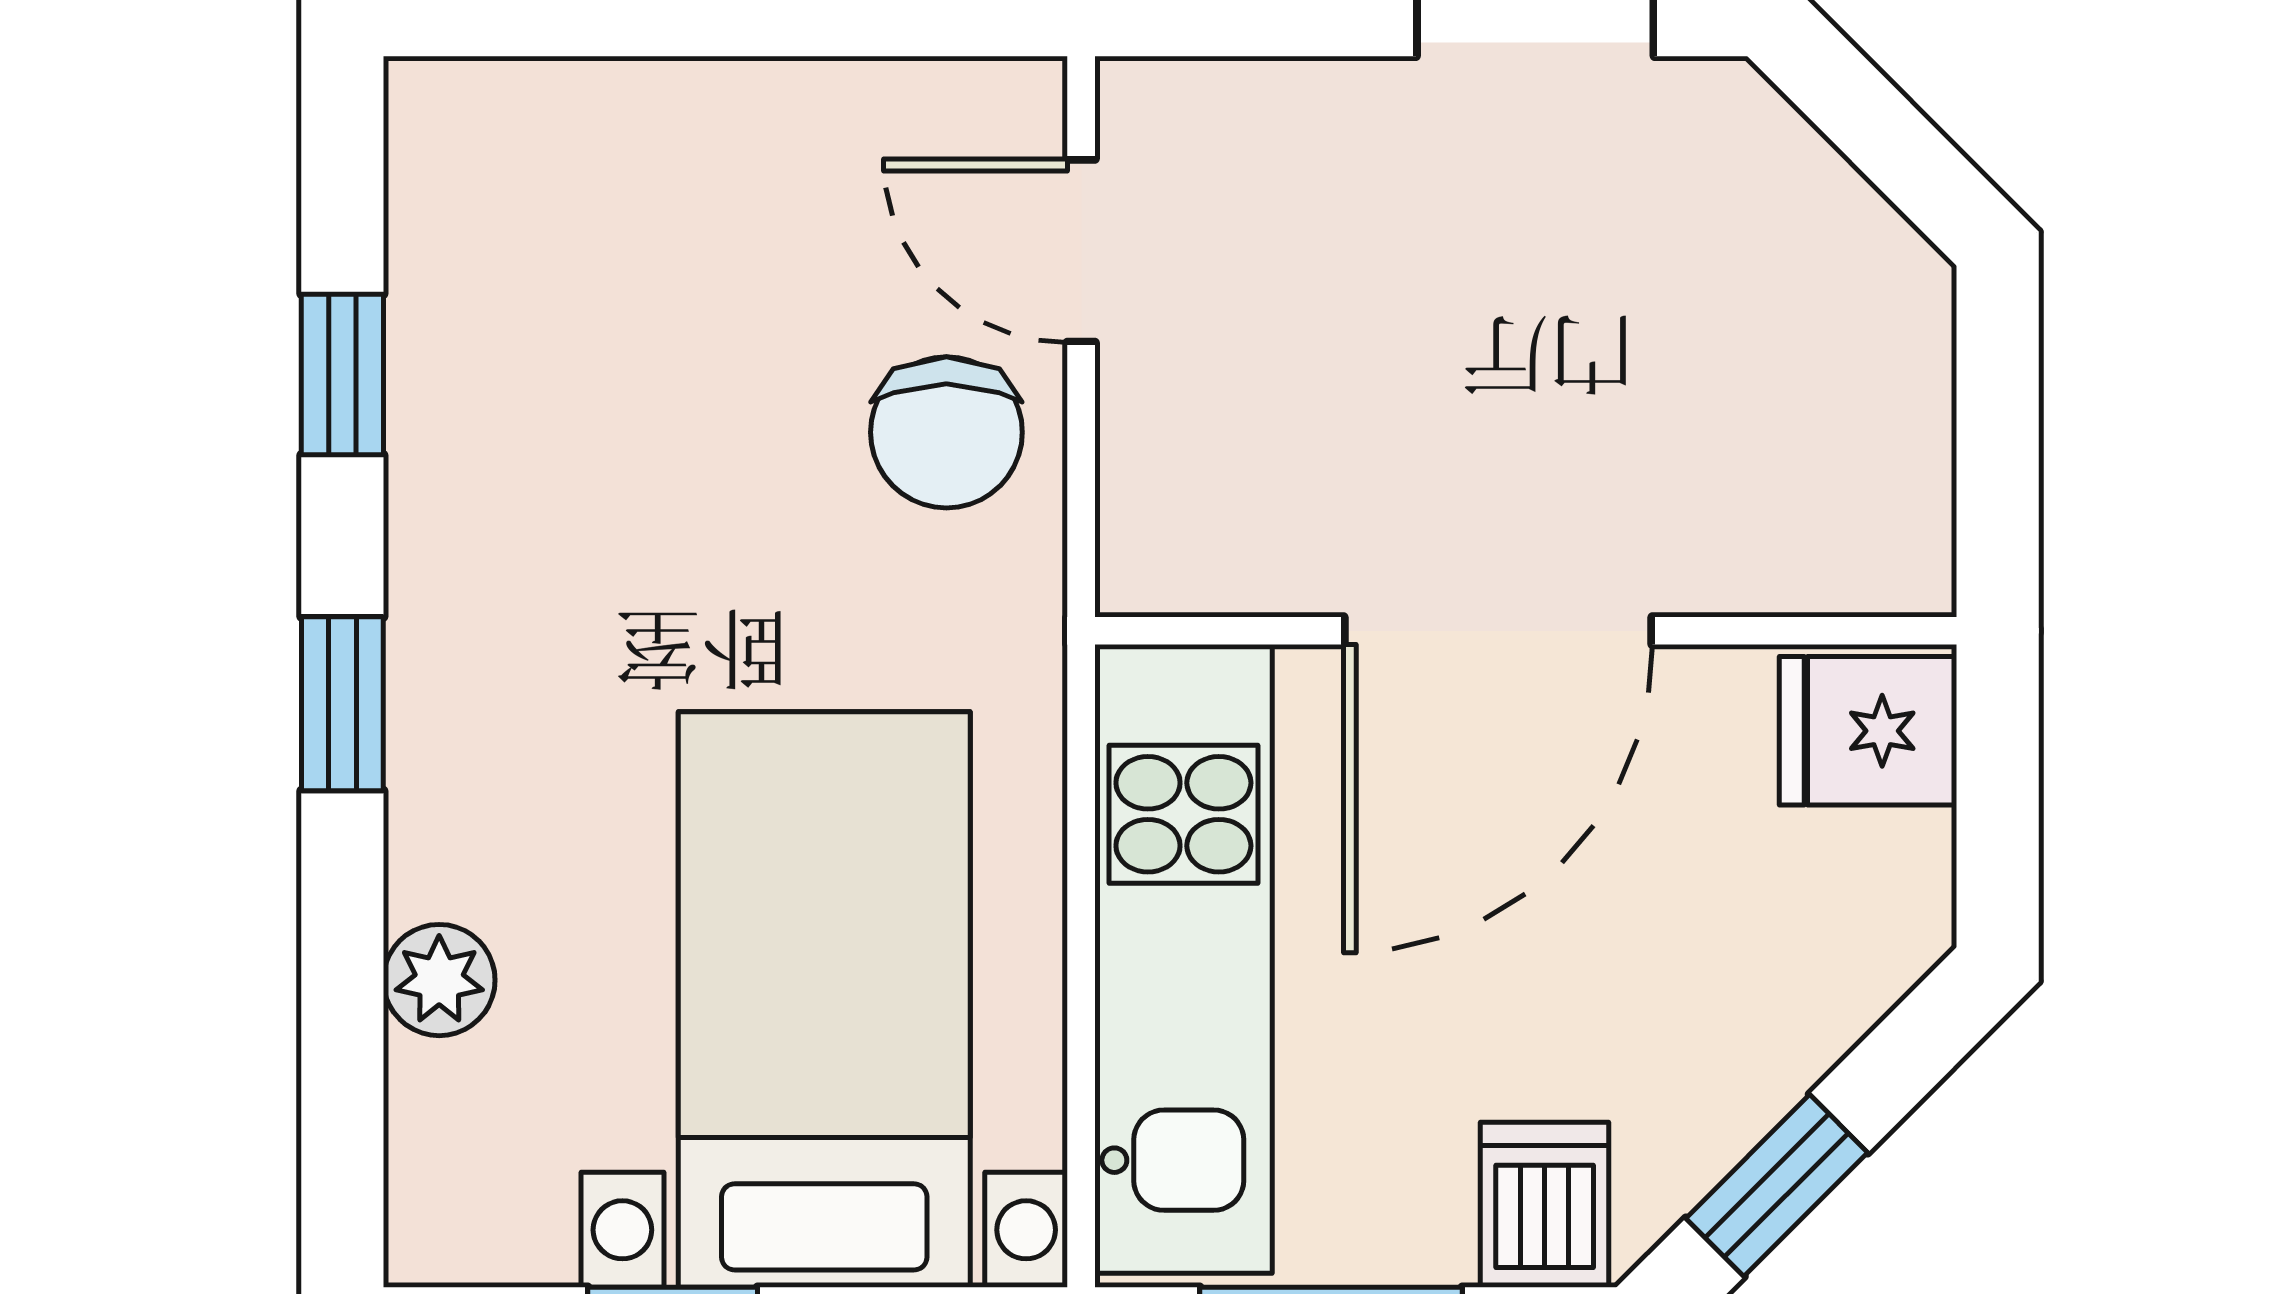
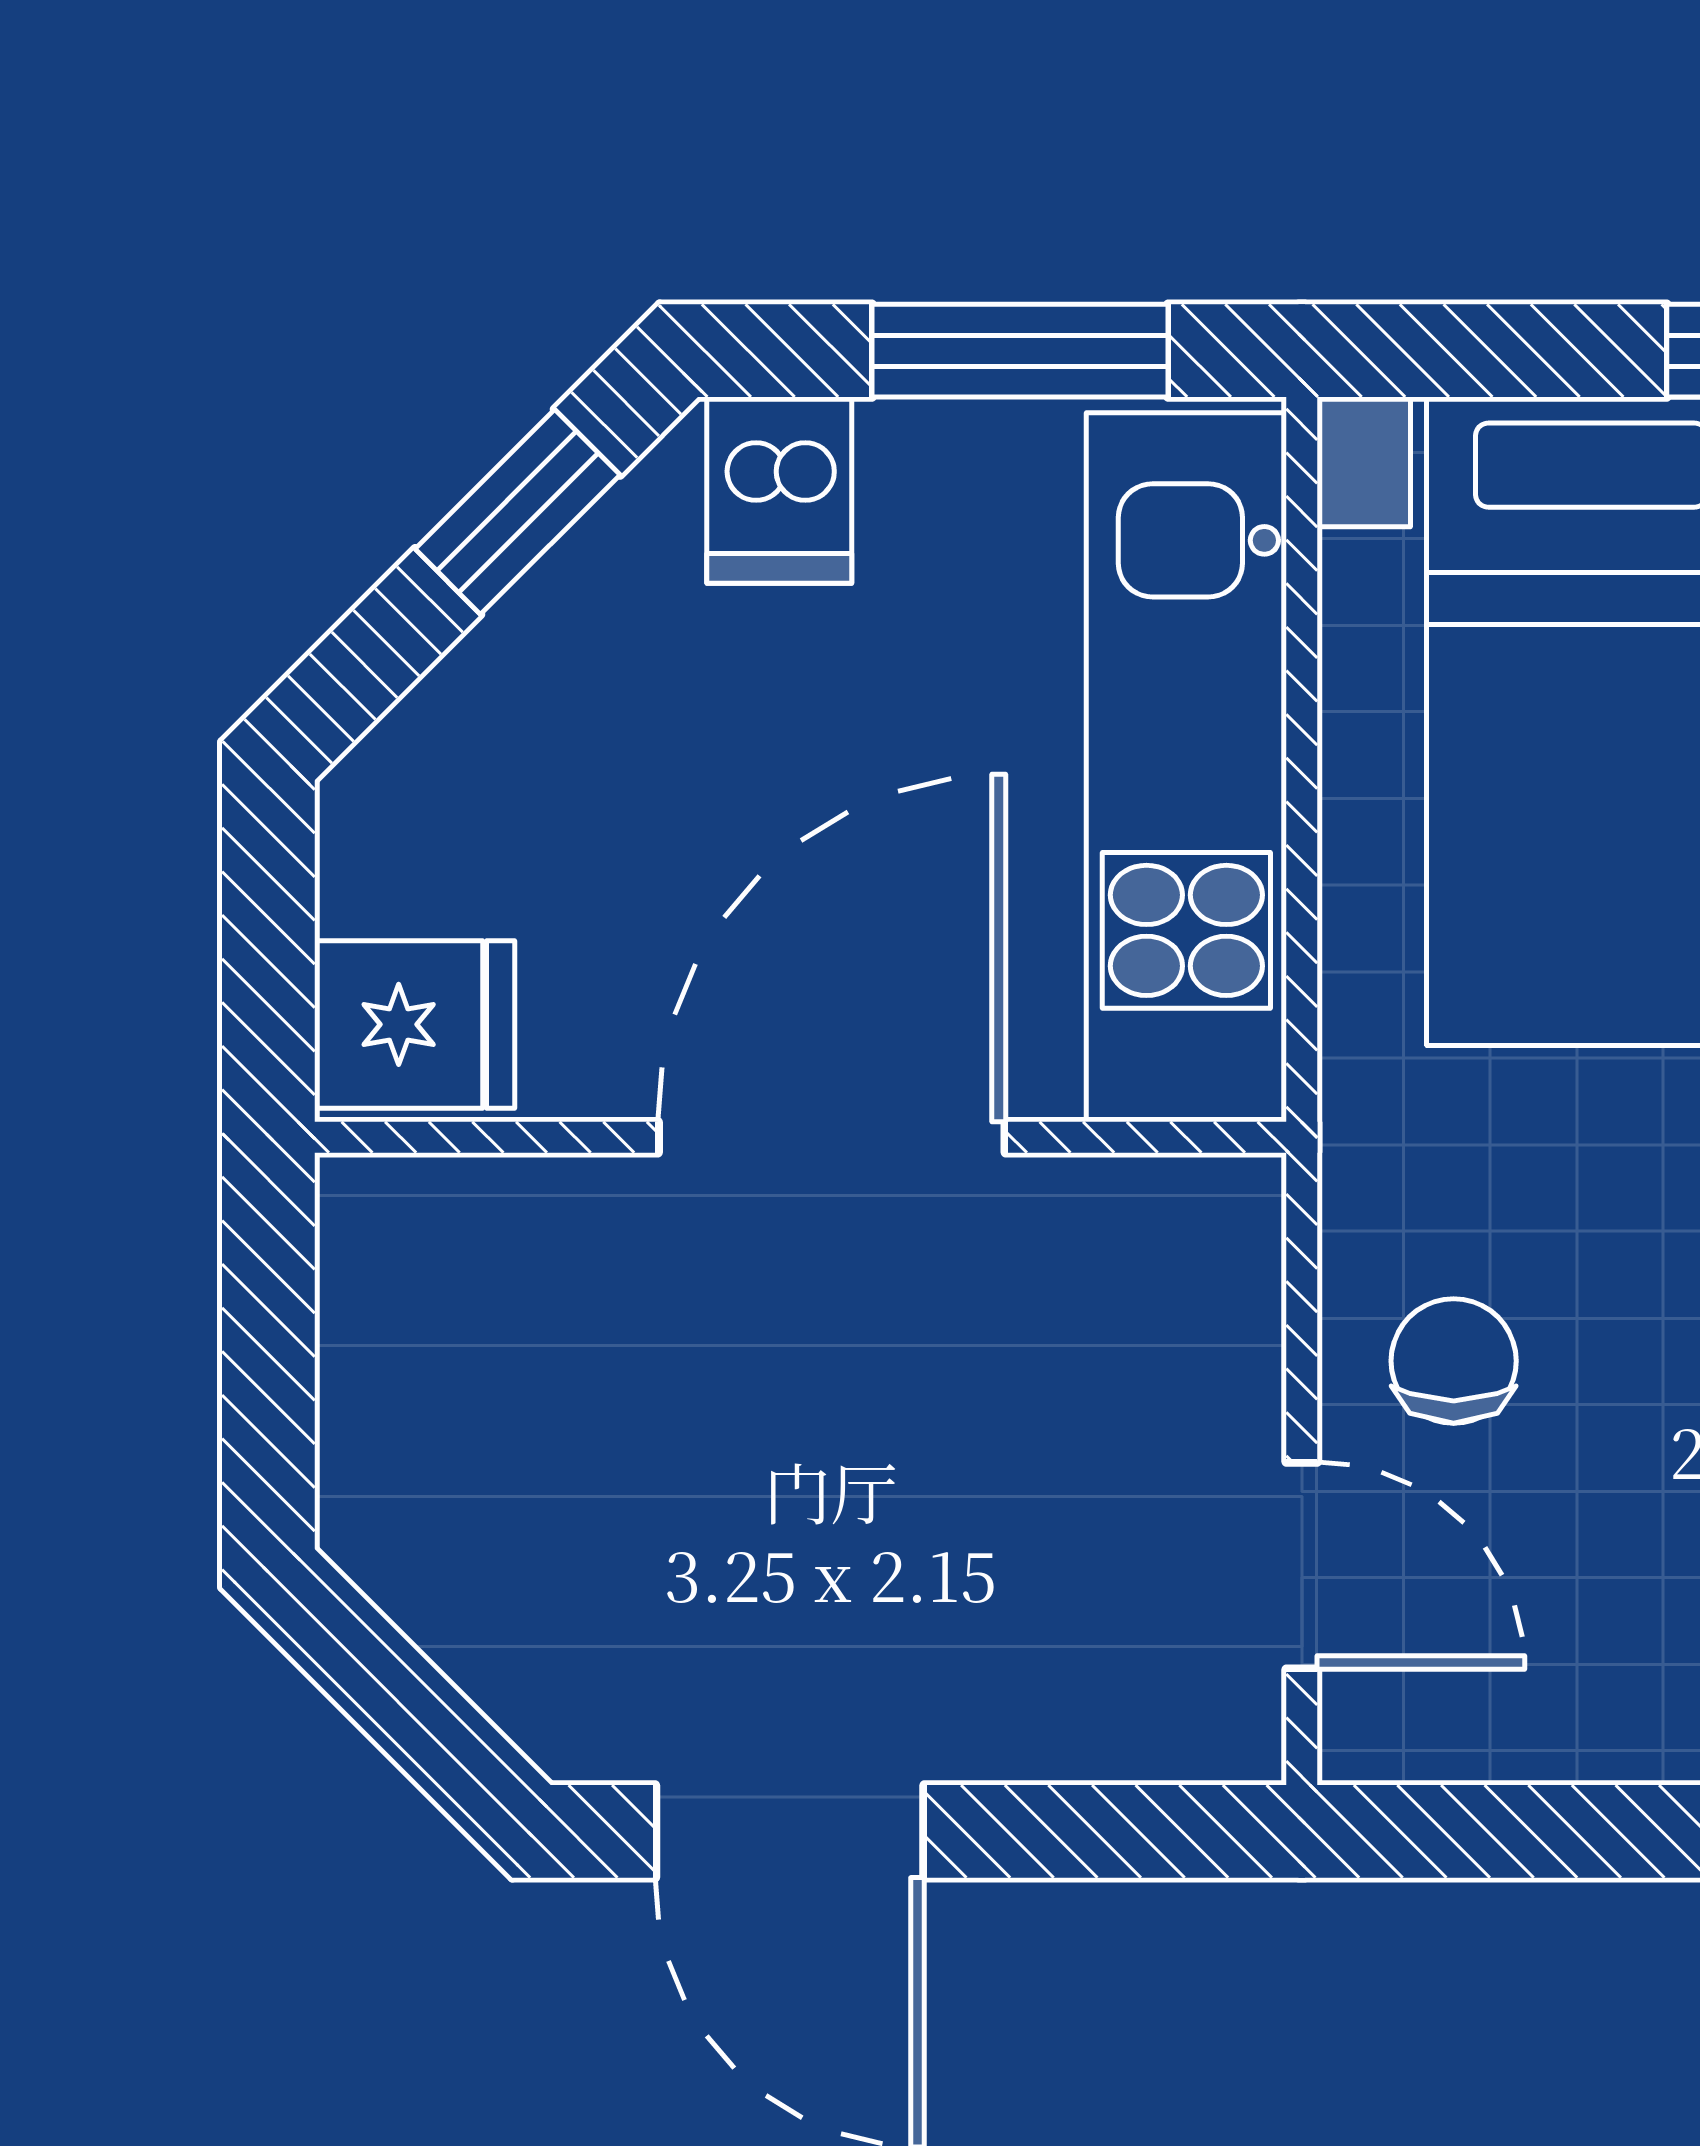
chair: (946, 432) -> (1454, 1361), width x0.73, depth x0.73

